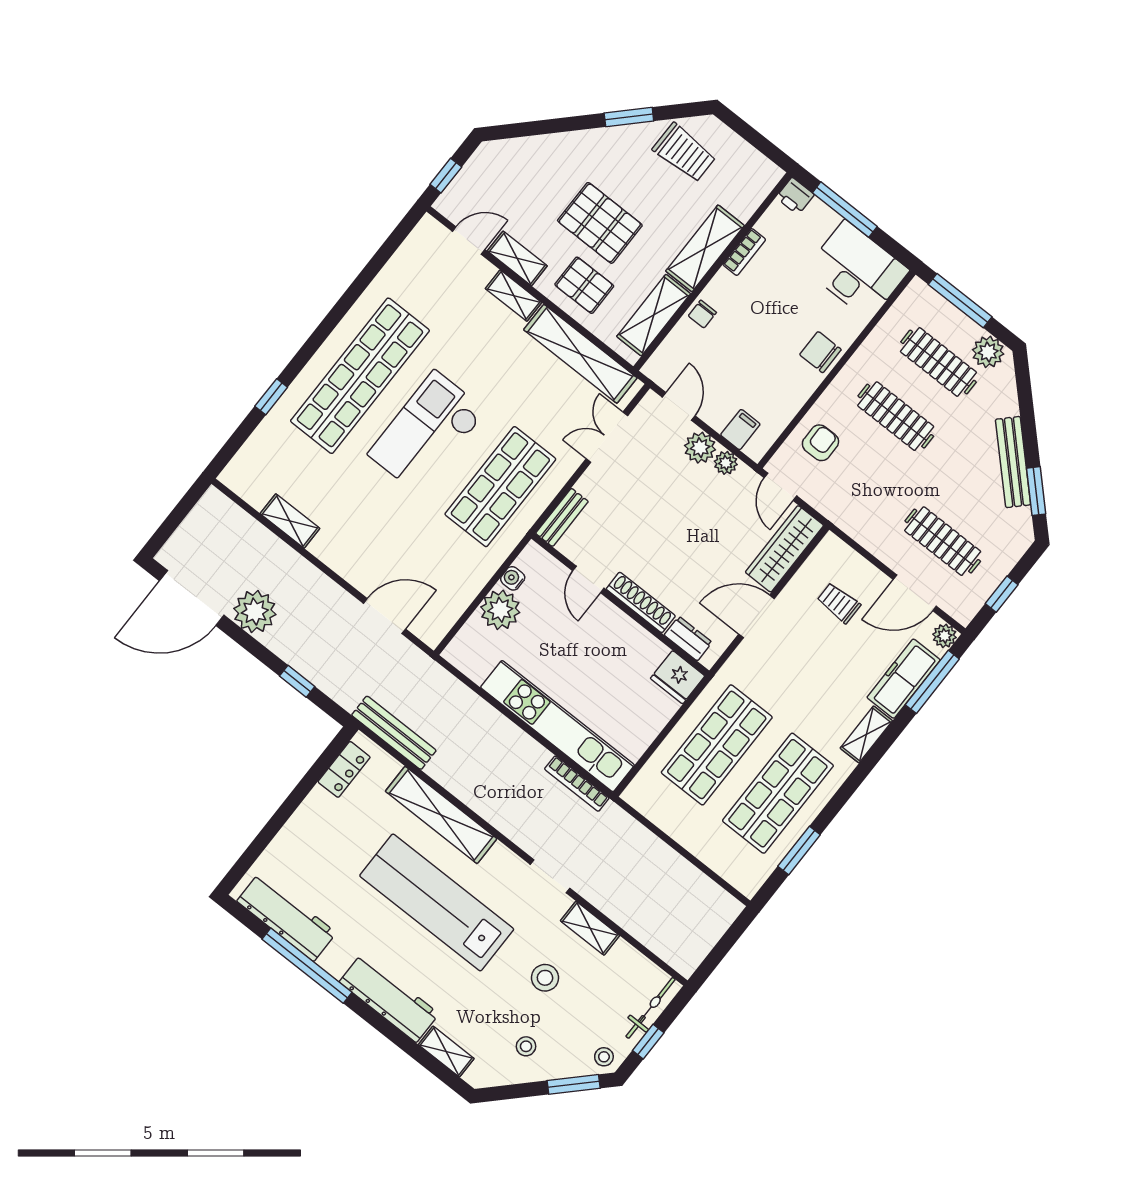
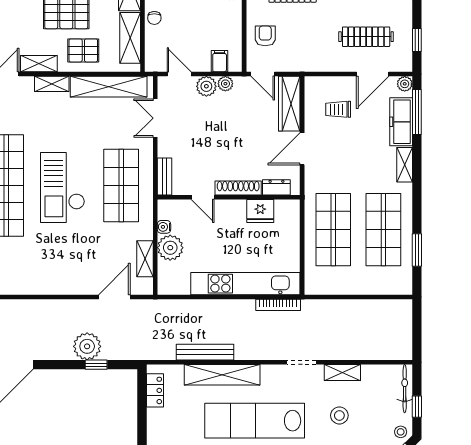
shelving: (290, 521) -> (145, 259), moved, turned 90
plant: (255, 612) -> (87, 346), moved
fridge: (678, 677) -> (260, 211), moved
bench: (394, 733) -> (205, 352), moved

